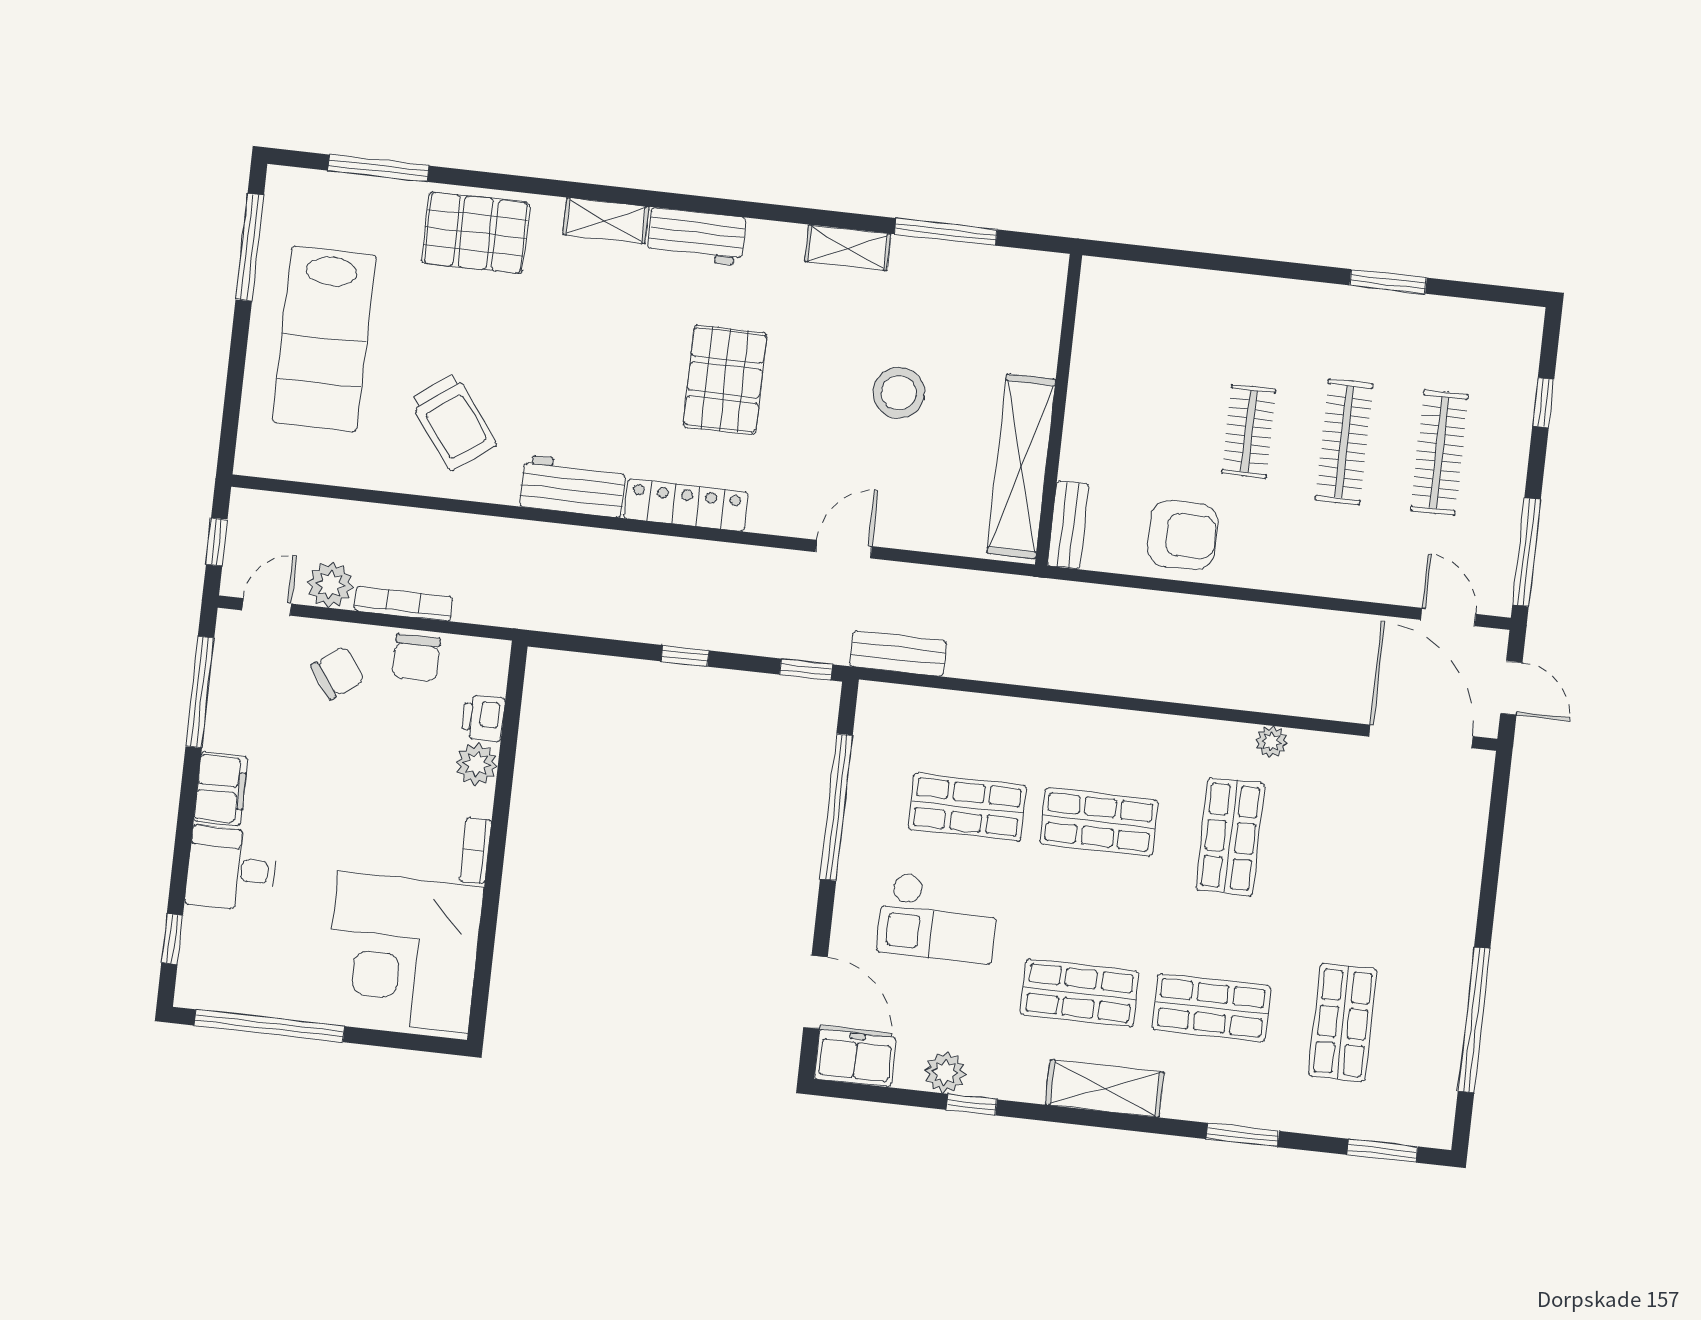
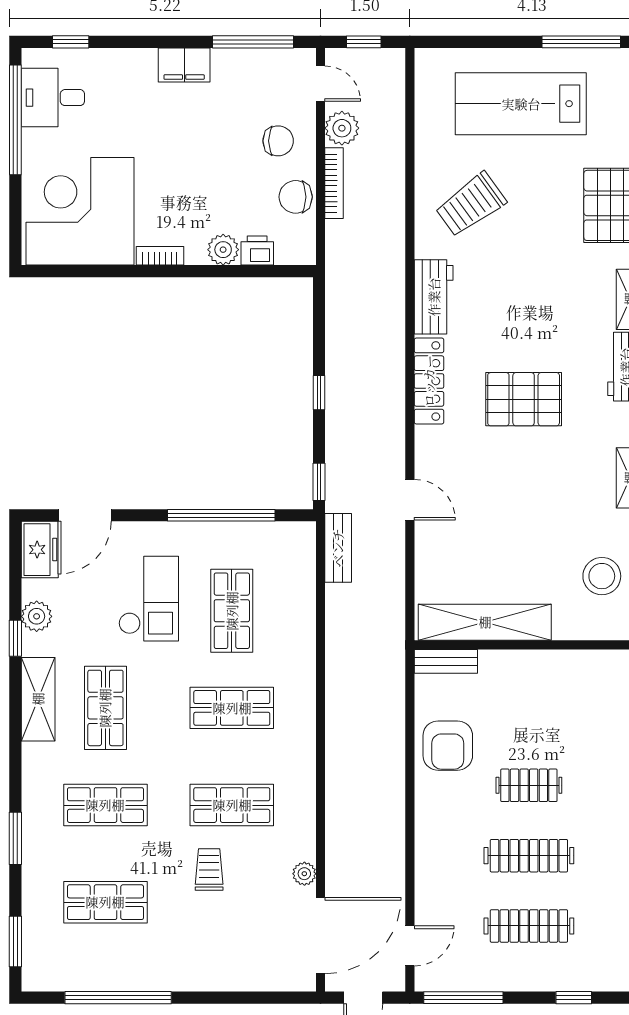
stool: (899, 393) -> (602, 576), moved
chair: (338, 673) -> (278, 141), turned -54
plant: (1271, 742) -> (304, 874), moved
shop shelf: (1099, 822) -> (232, 708), turned 90
desk: (232, 869) -> (53, 98), moved, turned -90
trolley: (1314, 877) -> (209, 869), added
checkout: (938, 918) -> (149, 599), turned 180
shop shelf: (1211, 1008) -> (105, 805), turned 90
shelving: (1105, 1088) -> (38, 699), moved

